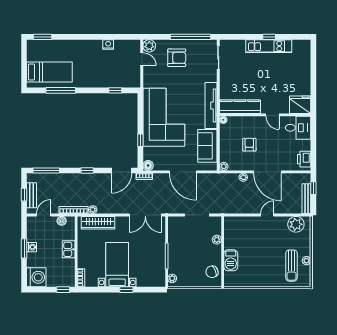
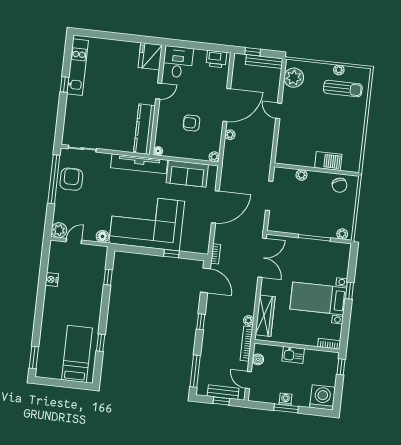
kitchen unit: (269, 46) -> (78, 67), moved
armchair: (177, 58) -> (71, 179), moved
window: (61, 90) -> (101, 343), width x0.46
floor lamp: (148, 166) -> (102, 236), moved

